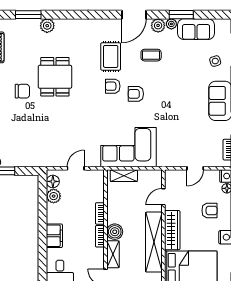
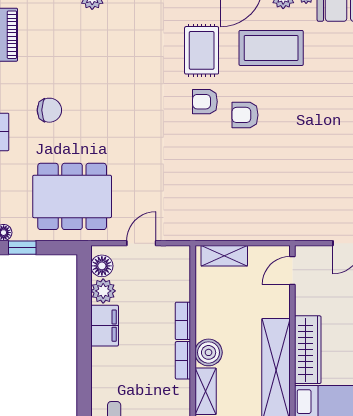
coffee table: (151, 55) -> (271, 48), width x1.86, depth x1.72
dining table: (55, 77) -> (72, 196), moved, width x1.38
corner sofa: (129, 147) -> (232, 207), removed
door: (163, 197) -> (292, 271), moved
filing cabinet: (54, 236) -> (105, 326), moved

